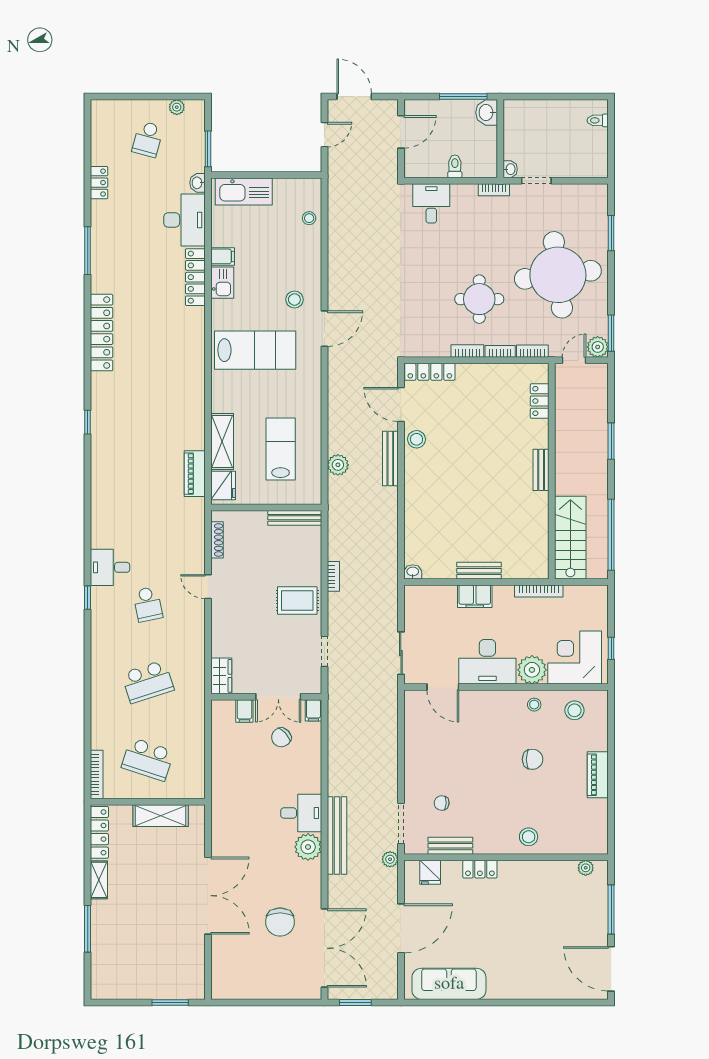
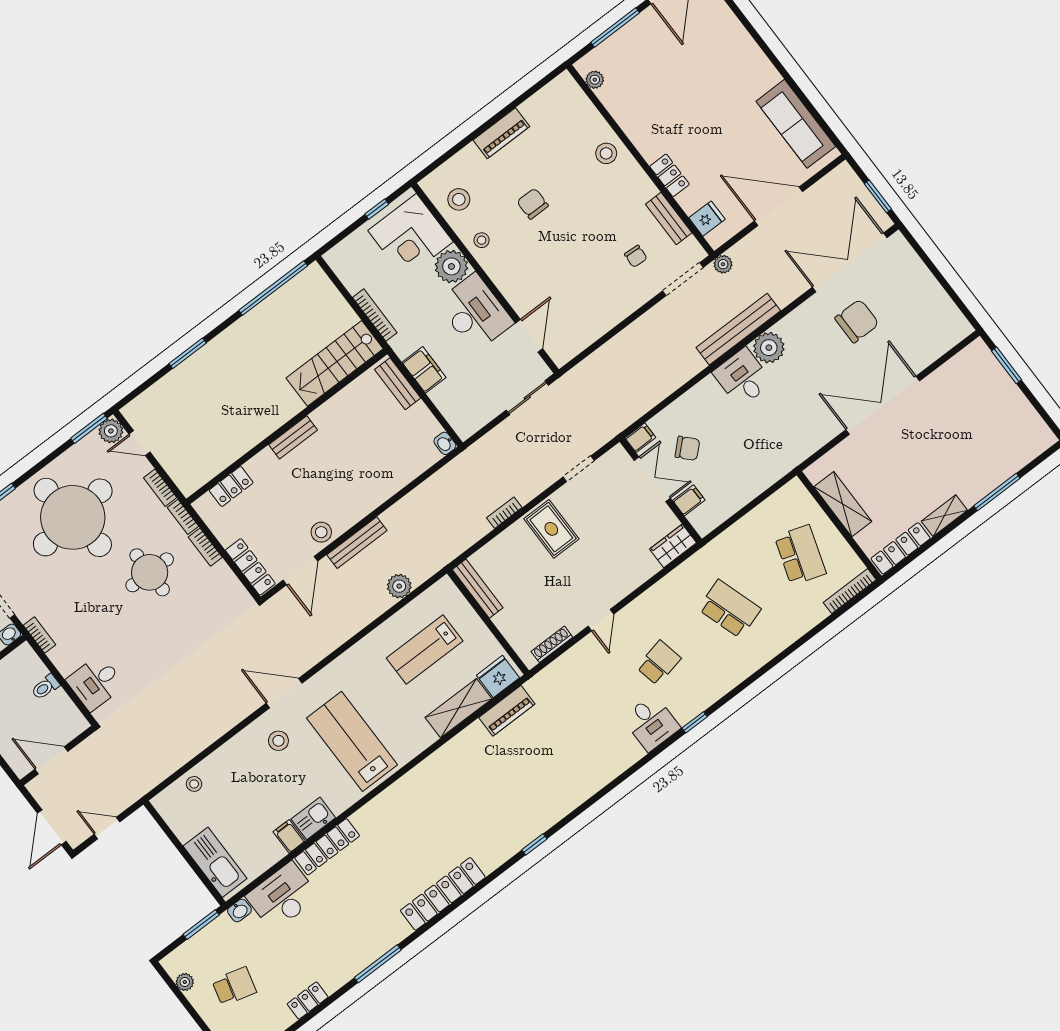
locker: (540, 401) -> (231, 486), moved
bench: (541, 470) -> (293, 437), moved
wall: (552, 471) -> (287, 427), moved
stairs: (570, 538) -> (335, 363), moved

